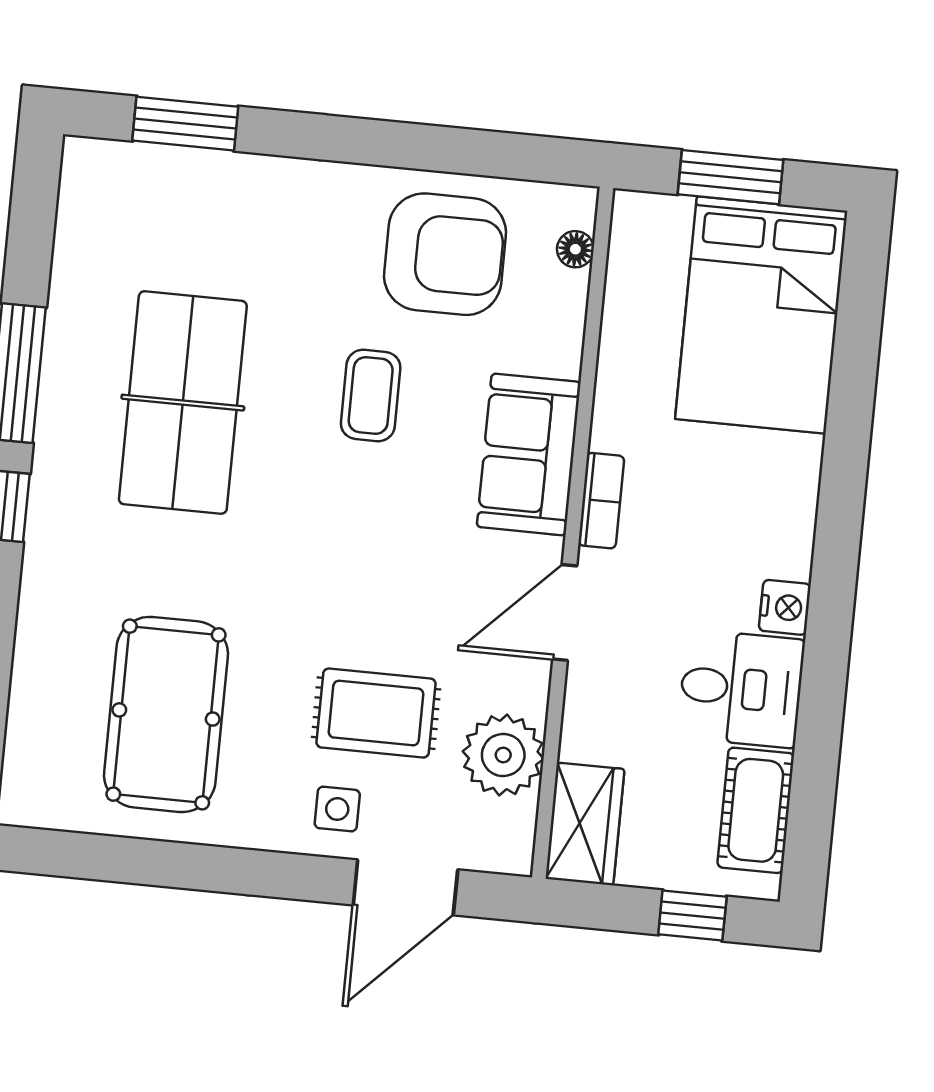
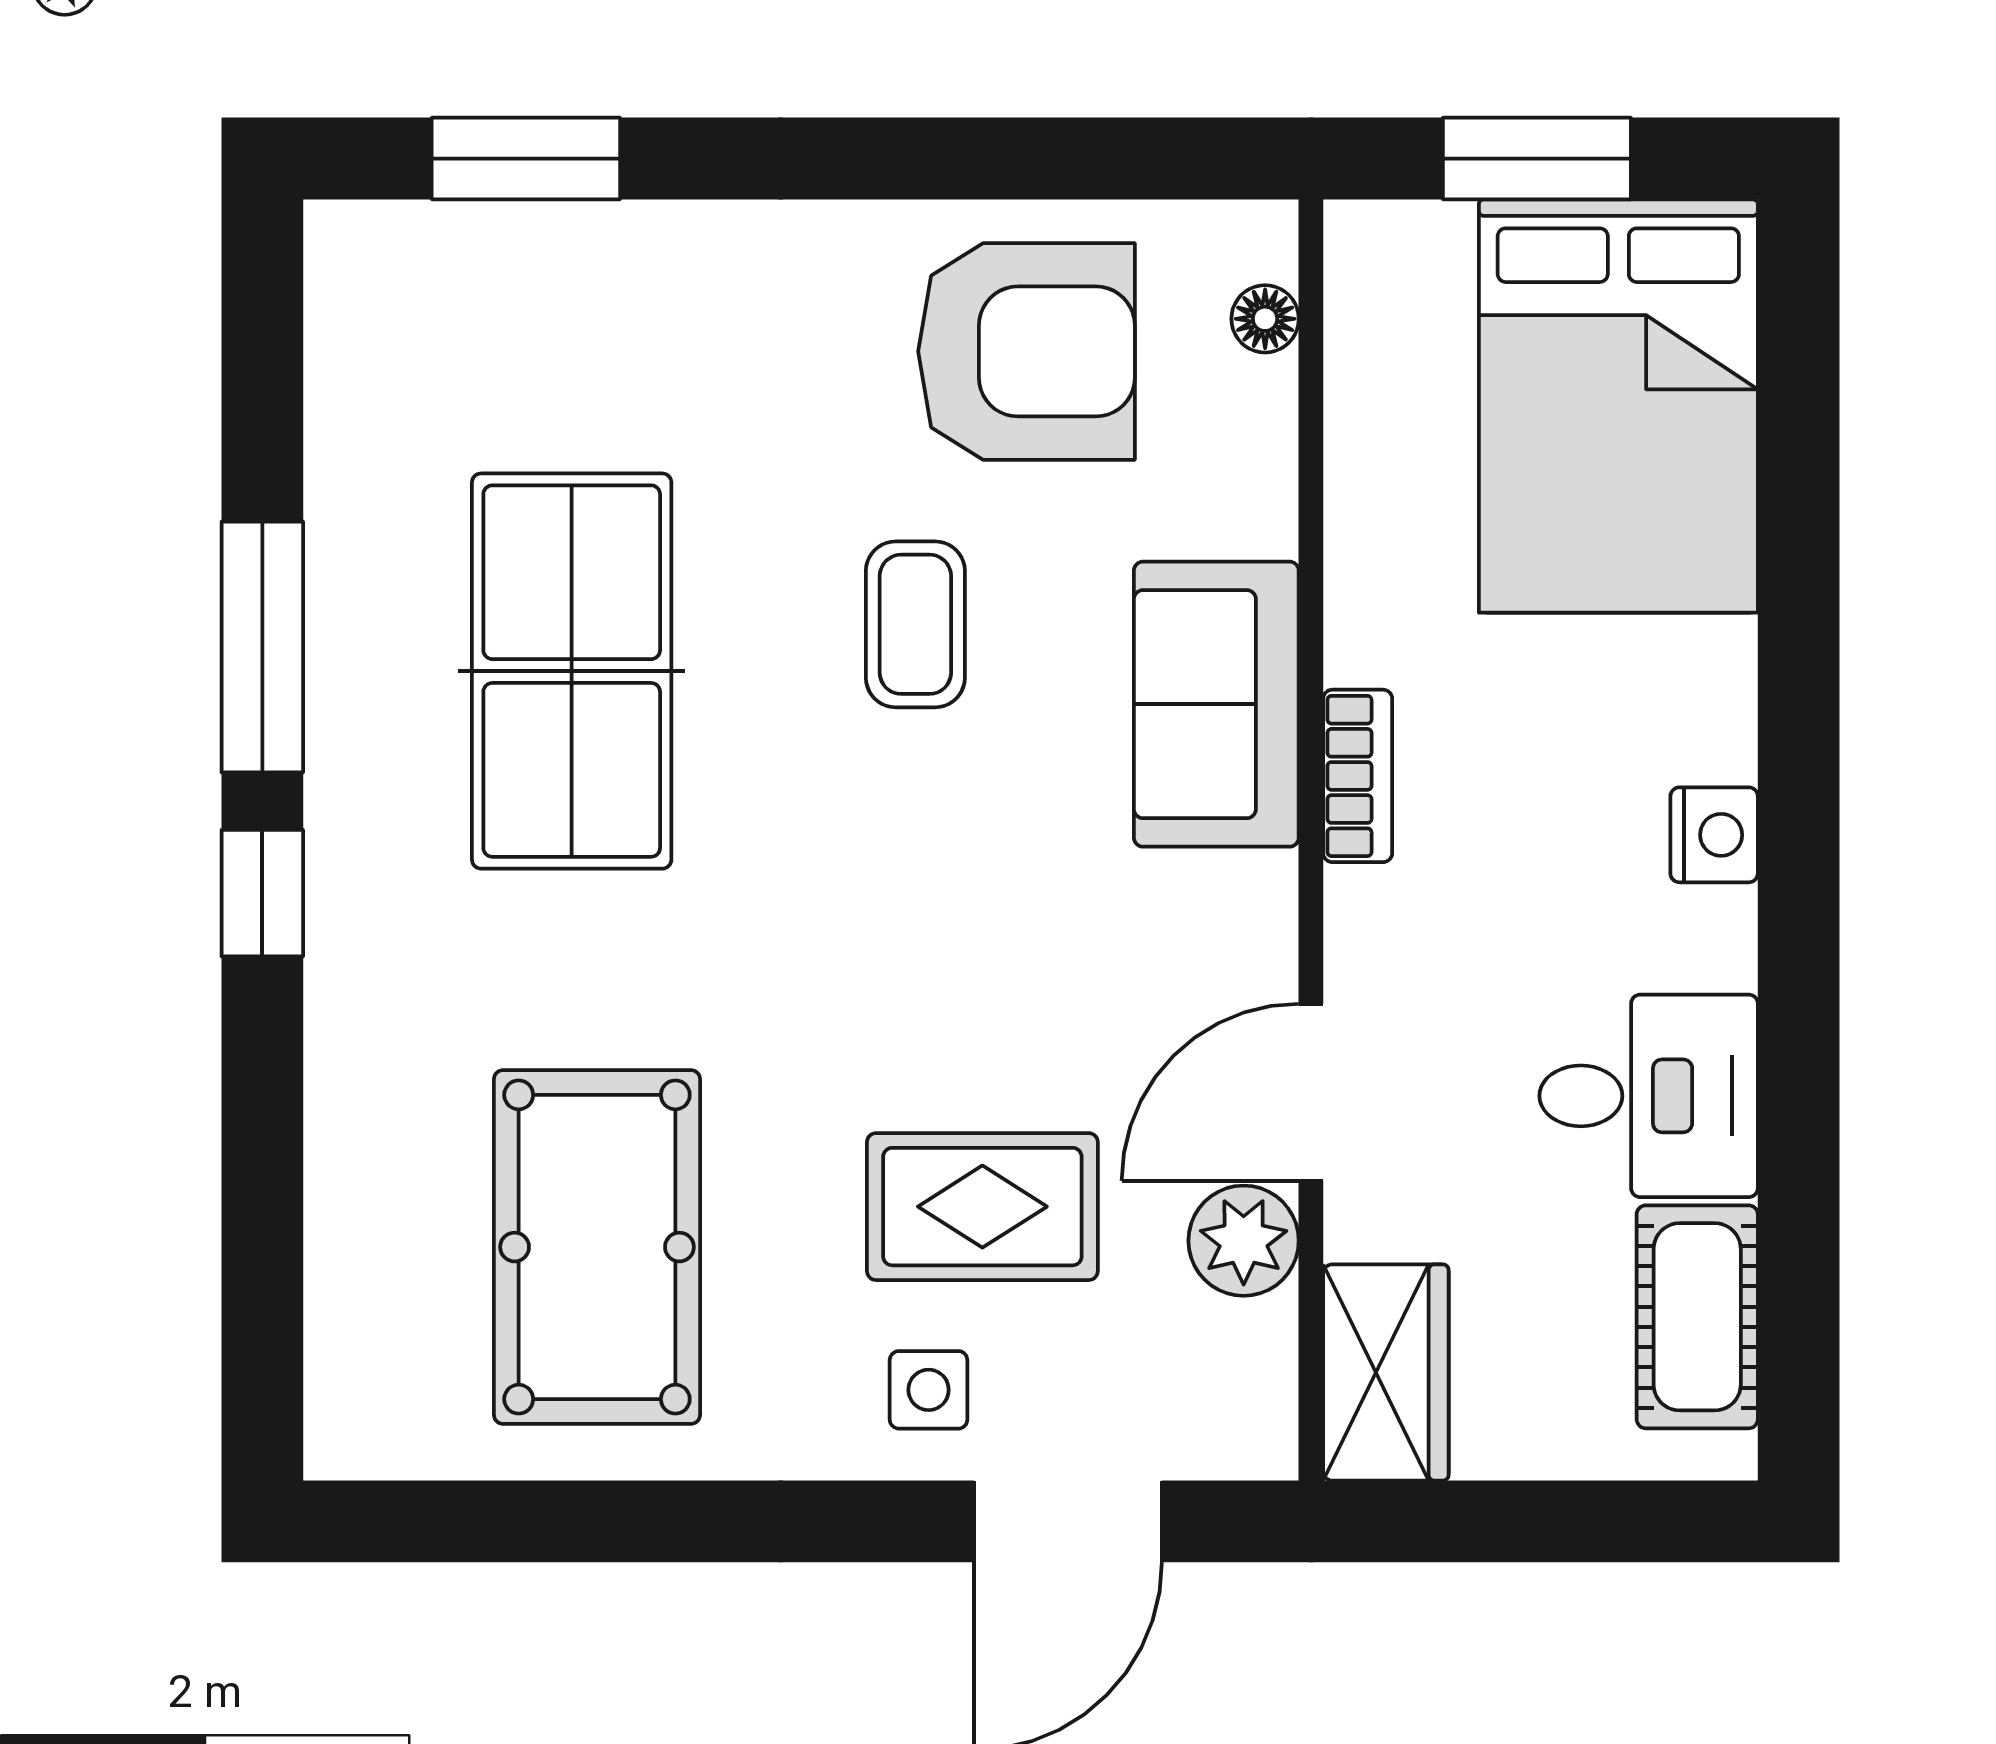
nightstand: (785, 607) -> (1714, 835), moved
door: (565, 612) -> (1311, 1092), moved
plant: (503, 755) -> (1244, 1241), width x0.73, depth x0.73
window: (692, 916) -> (1600, 1521), removed

